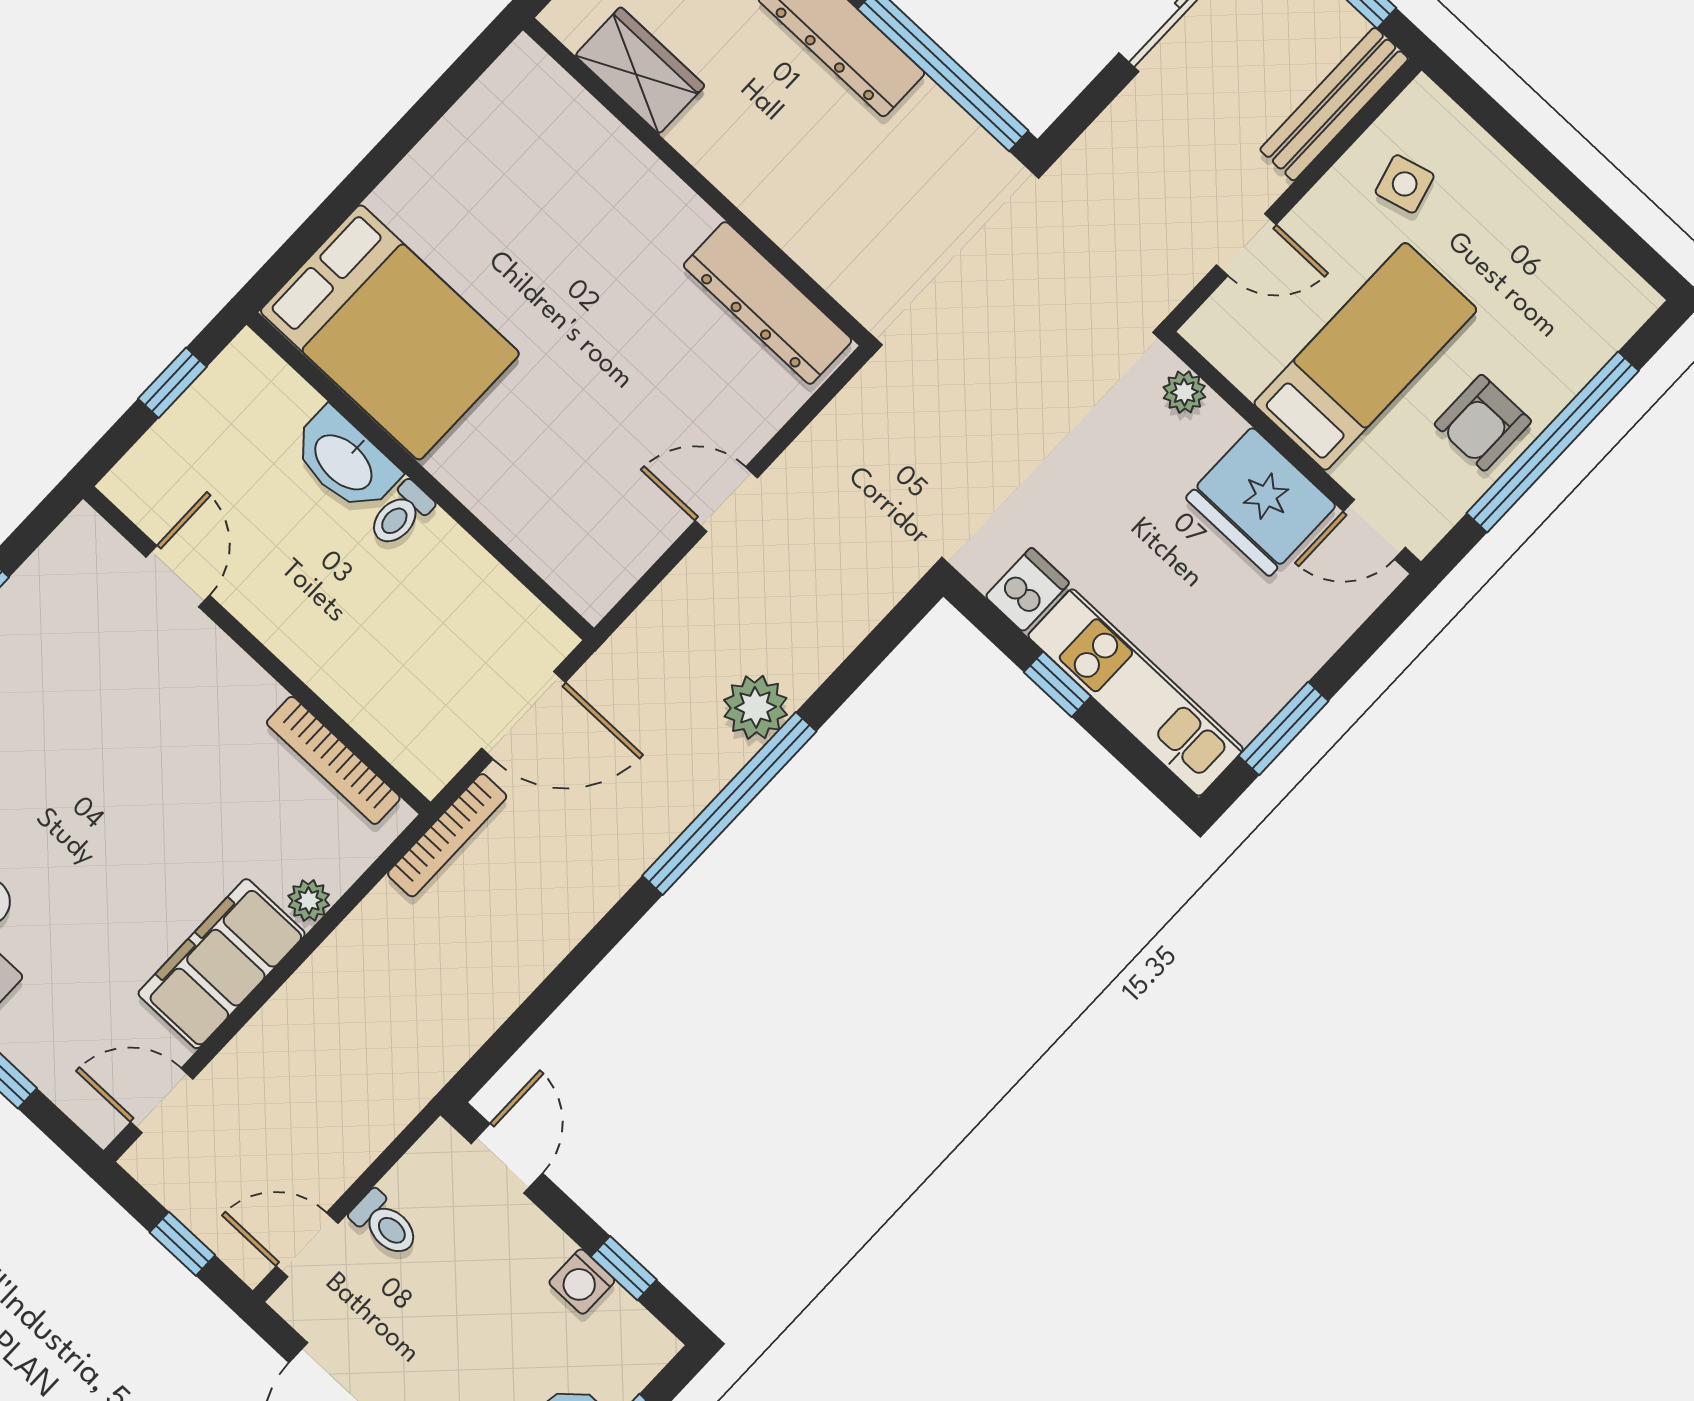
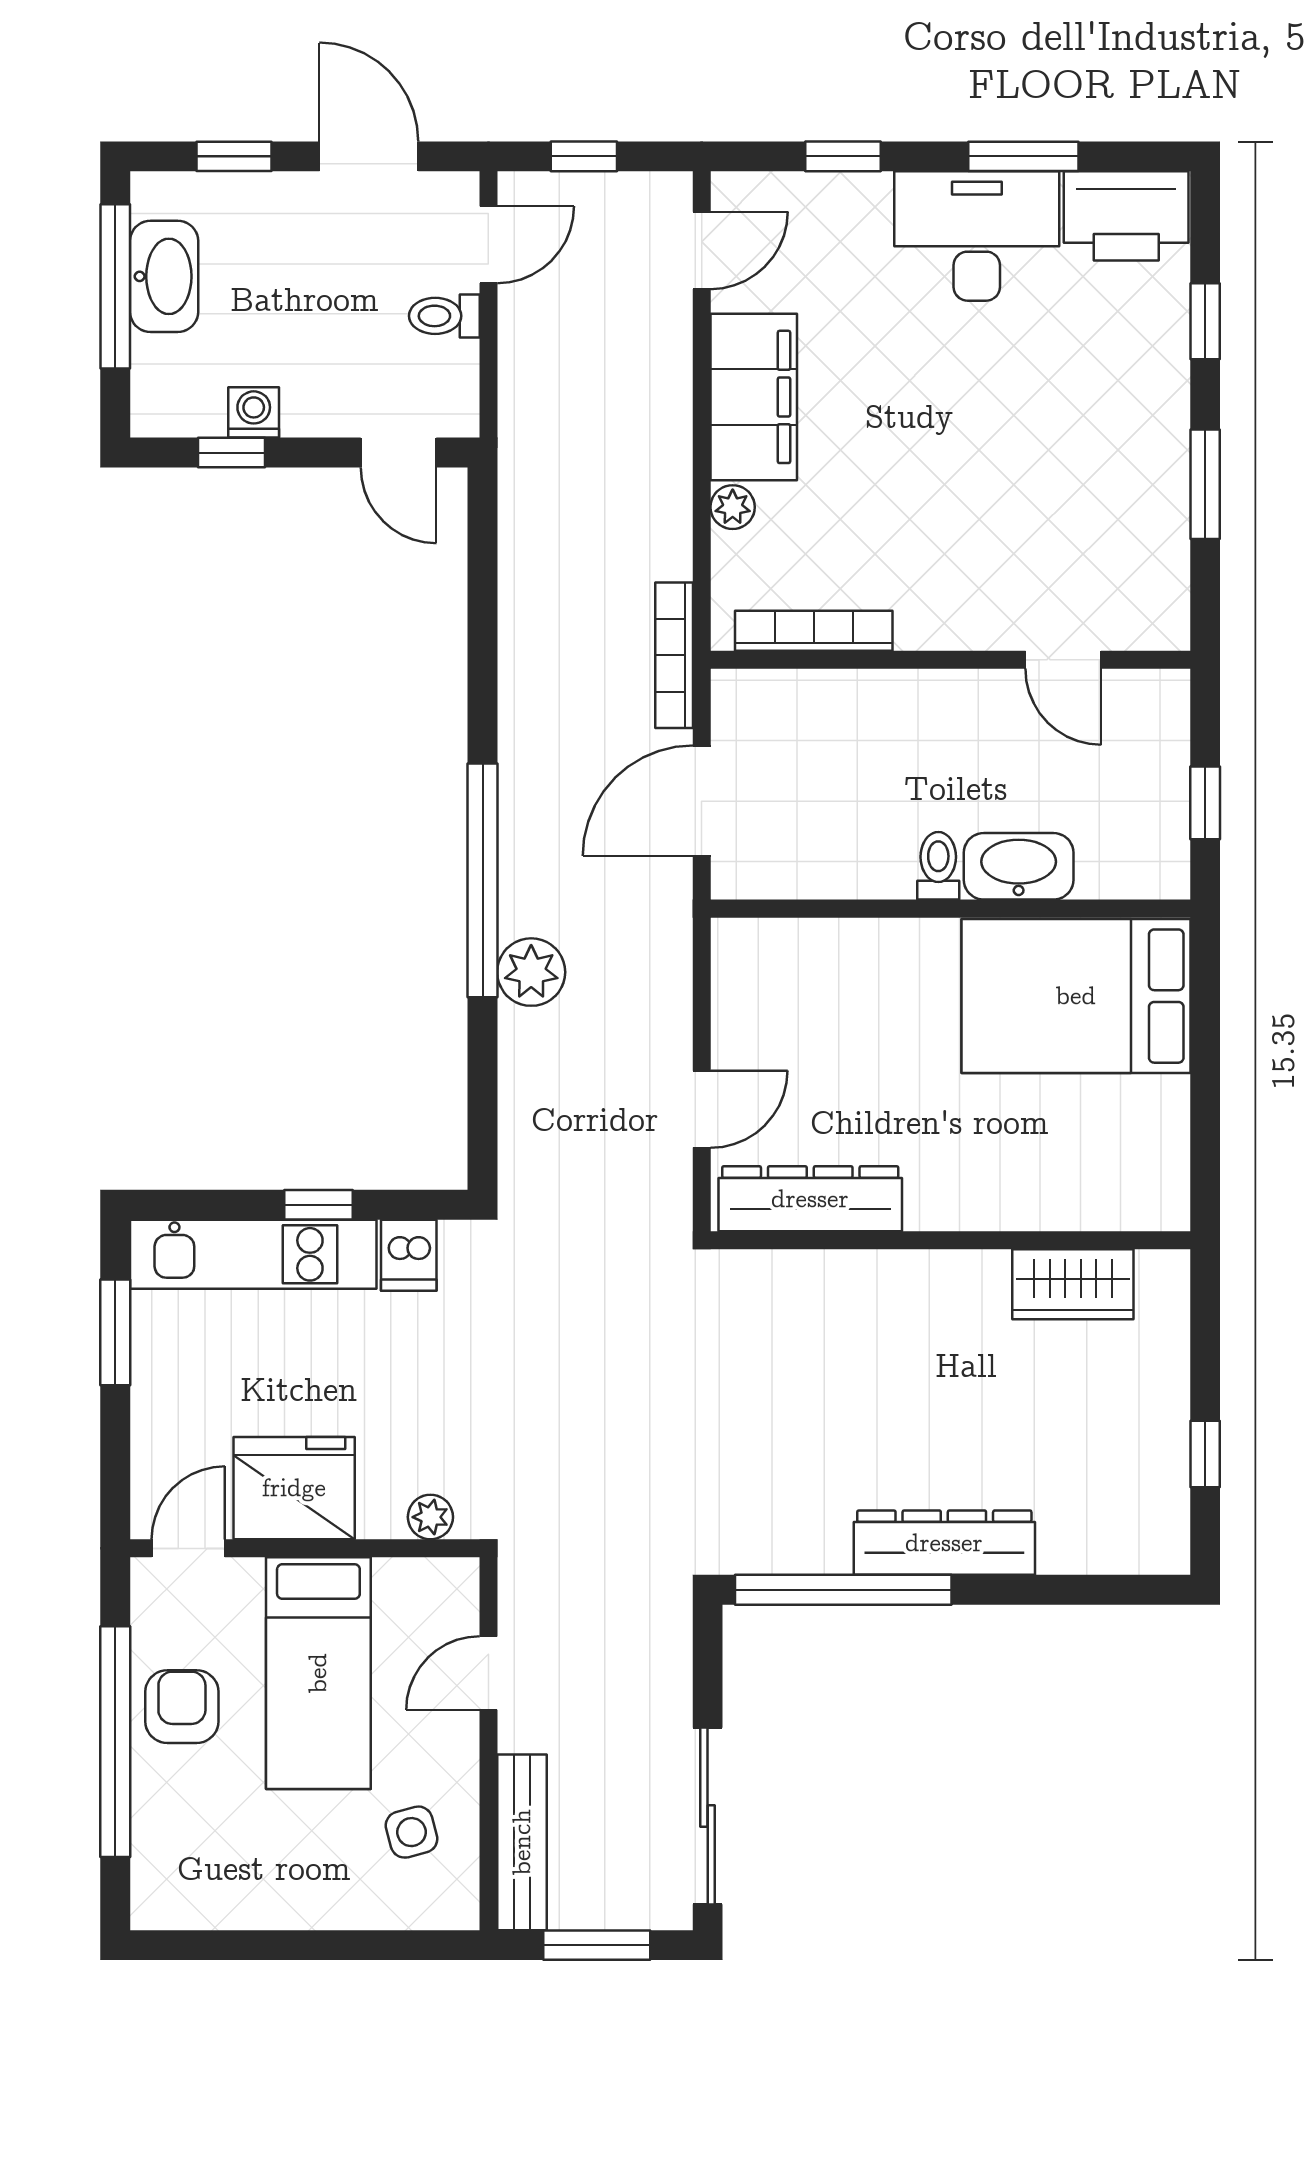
wardrobe: (640, 70) -> (1073, 1284), moved
wall: (697, 182) -> (950, 1240), moved
dresser: (768, 303) -> (810, 1199), moved

